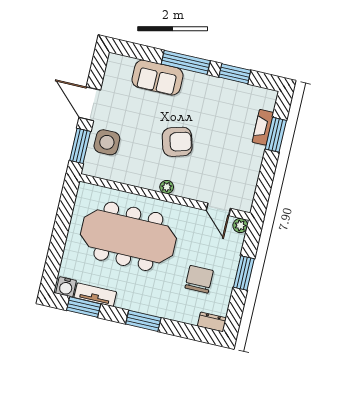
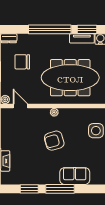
chair: (199, 279) -> (22, 62), turned 90
window: (143, 321) -> (50, 29), width x2.11

